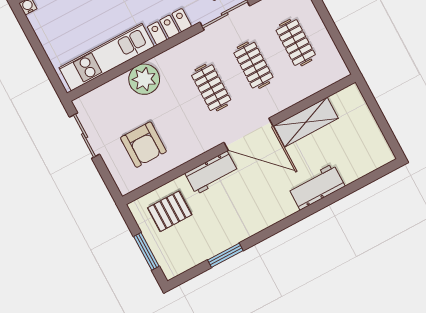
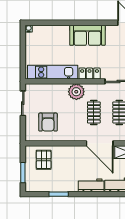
plant: (144, 79) -> (76, 92), moved
workbench: (212, 173) -> (91, 185), moved, turned 180
pallet: (170, 211) -> (44, 160), turned 90

